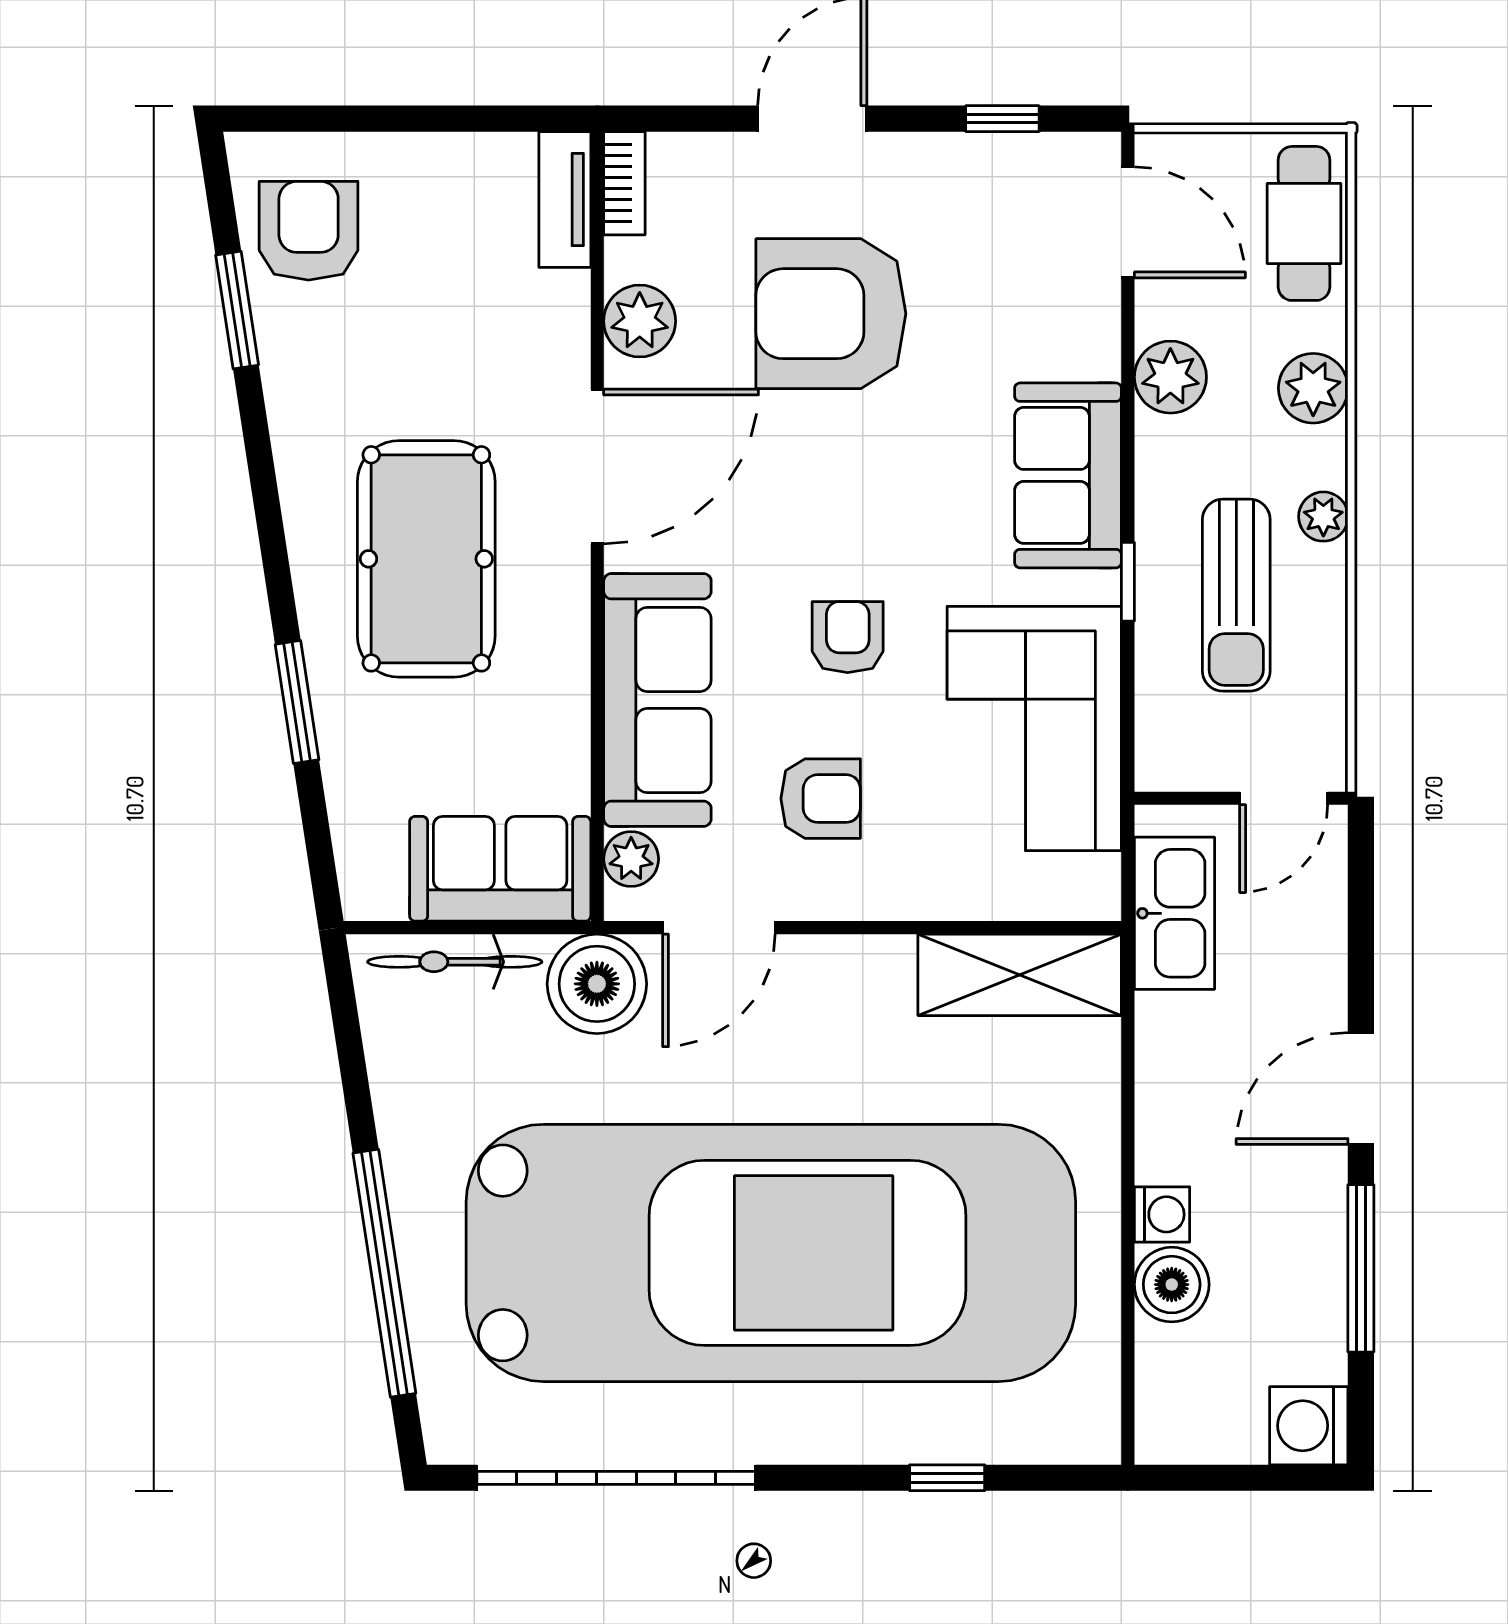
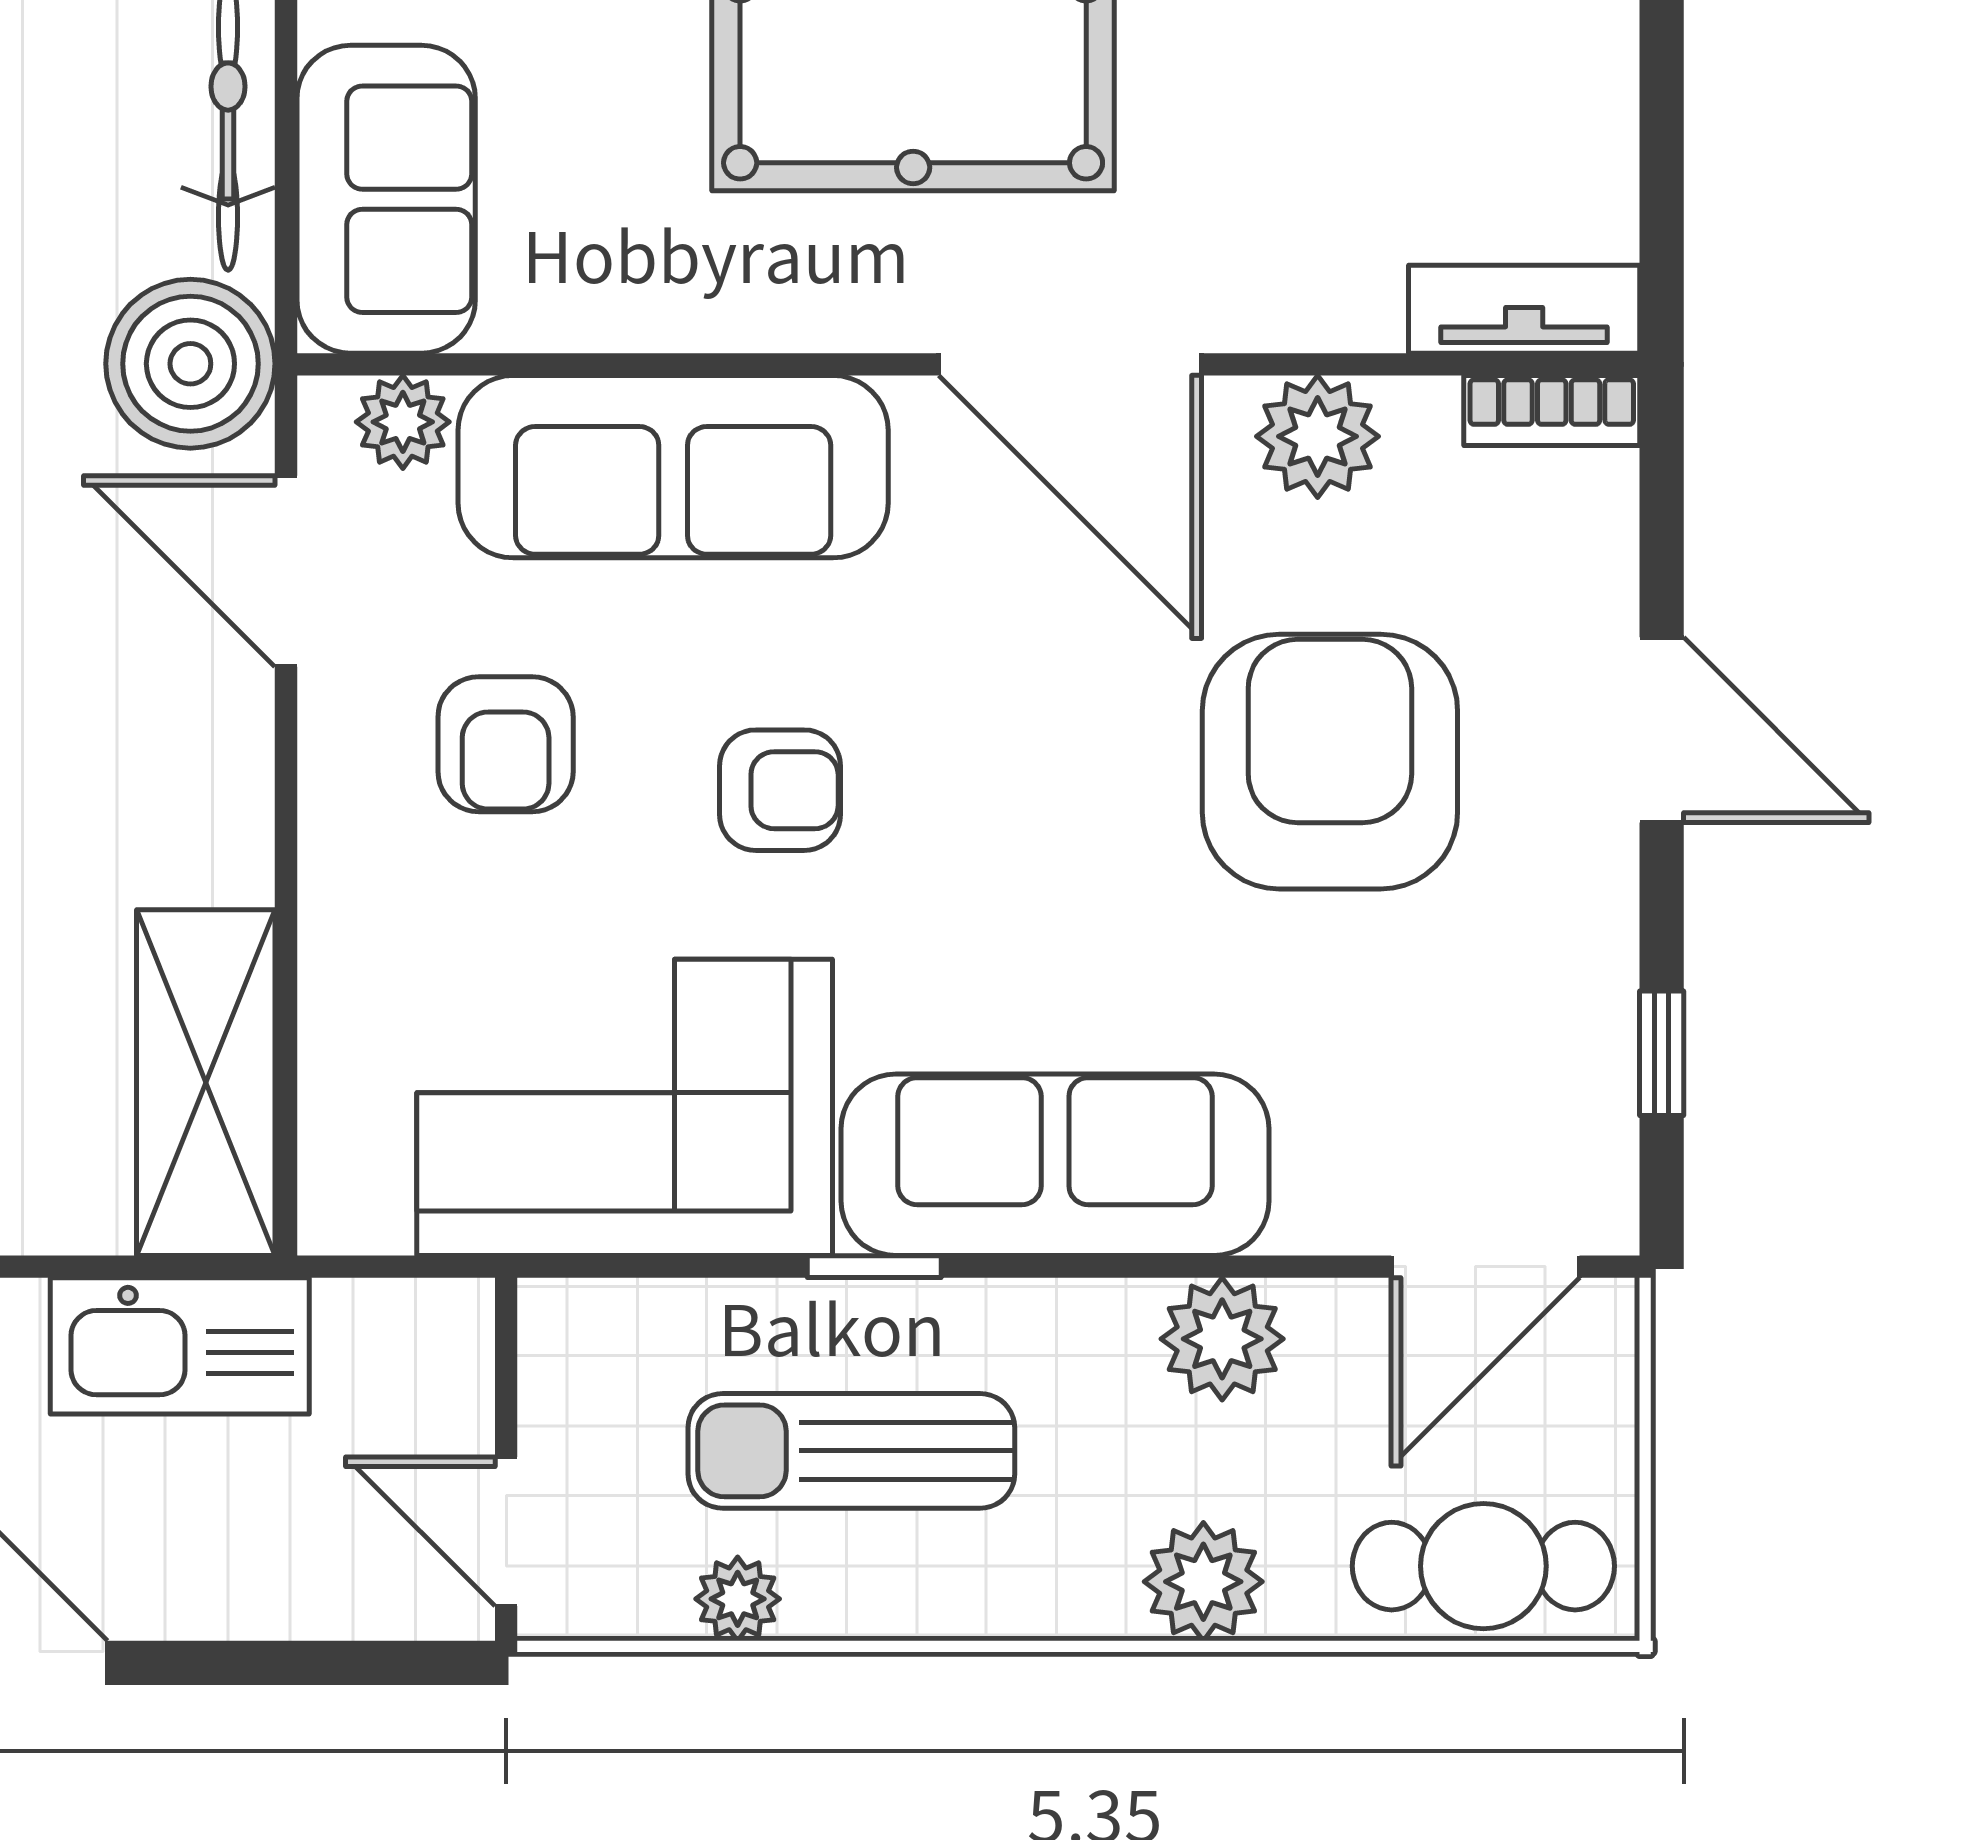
sofa: (1068, 475) -> (1055, 1165), width x1.36
plant: (1323, 517) -> (738, 1599), moved
kitchen sink: (1175, 913) -> (180, 1346), moved

